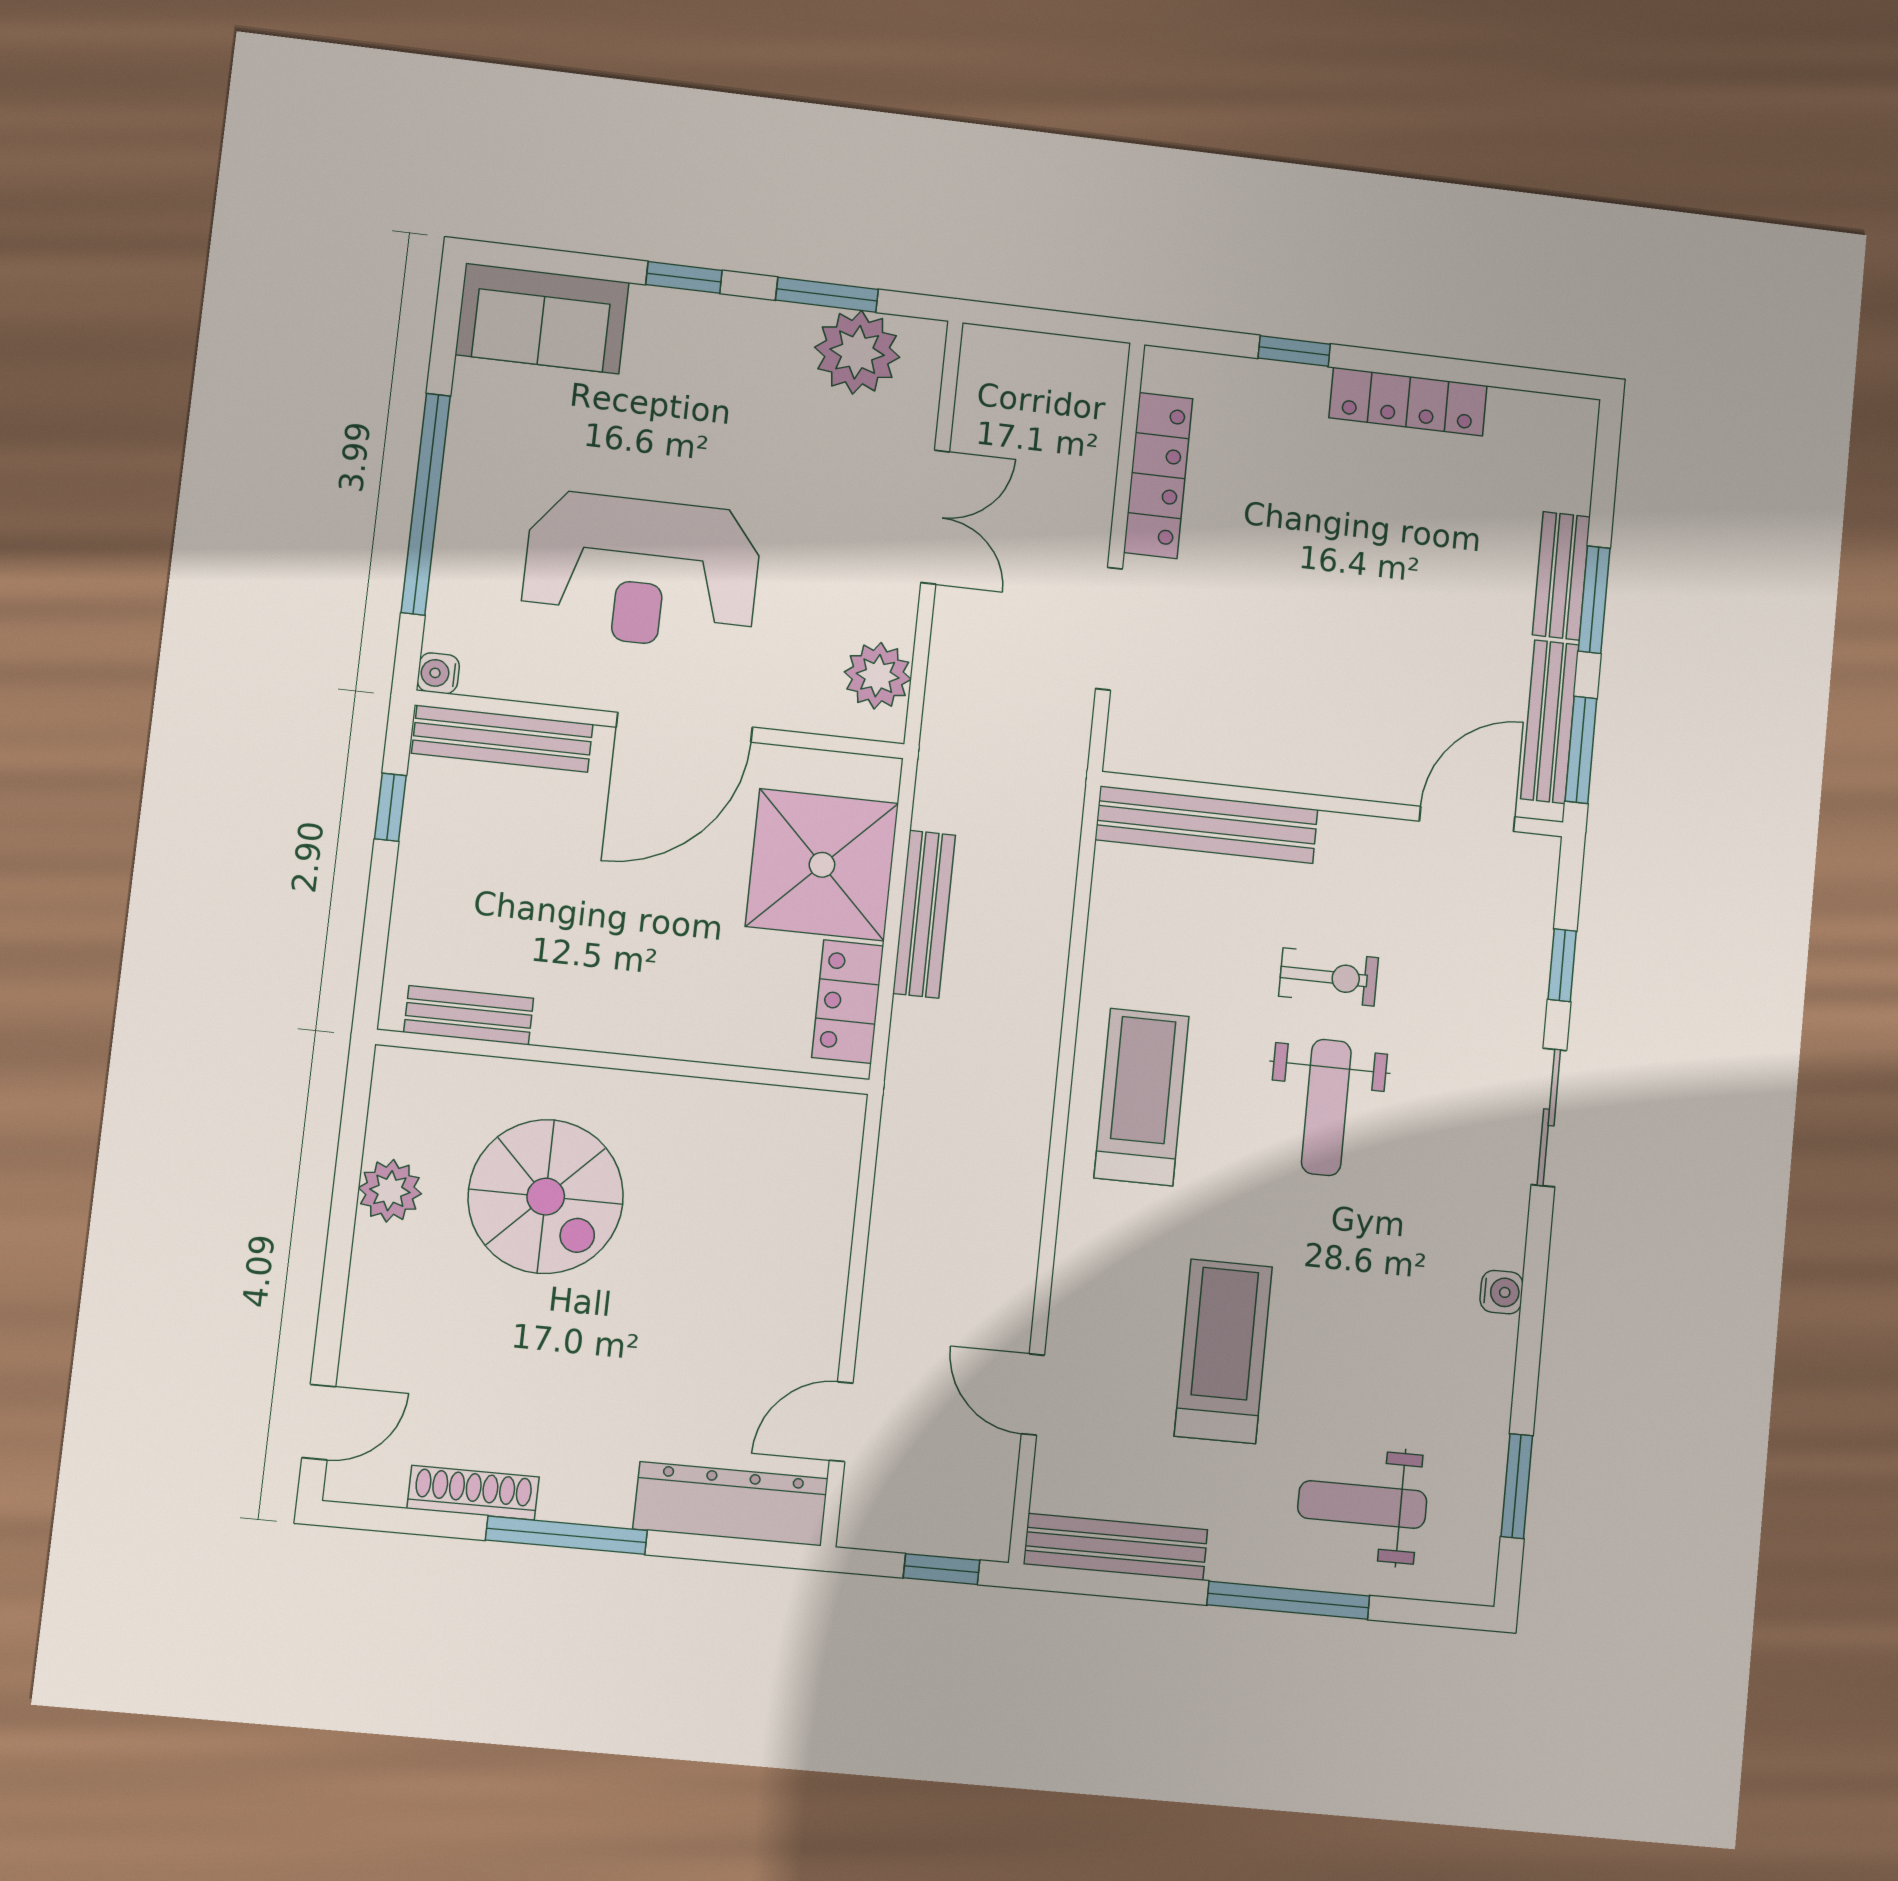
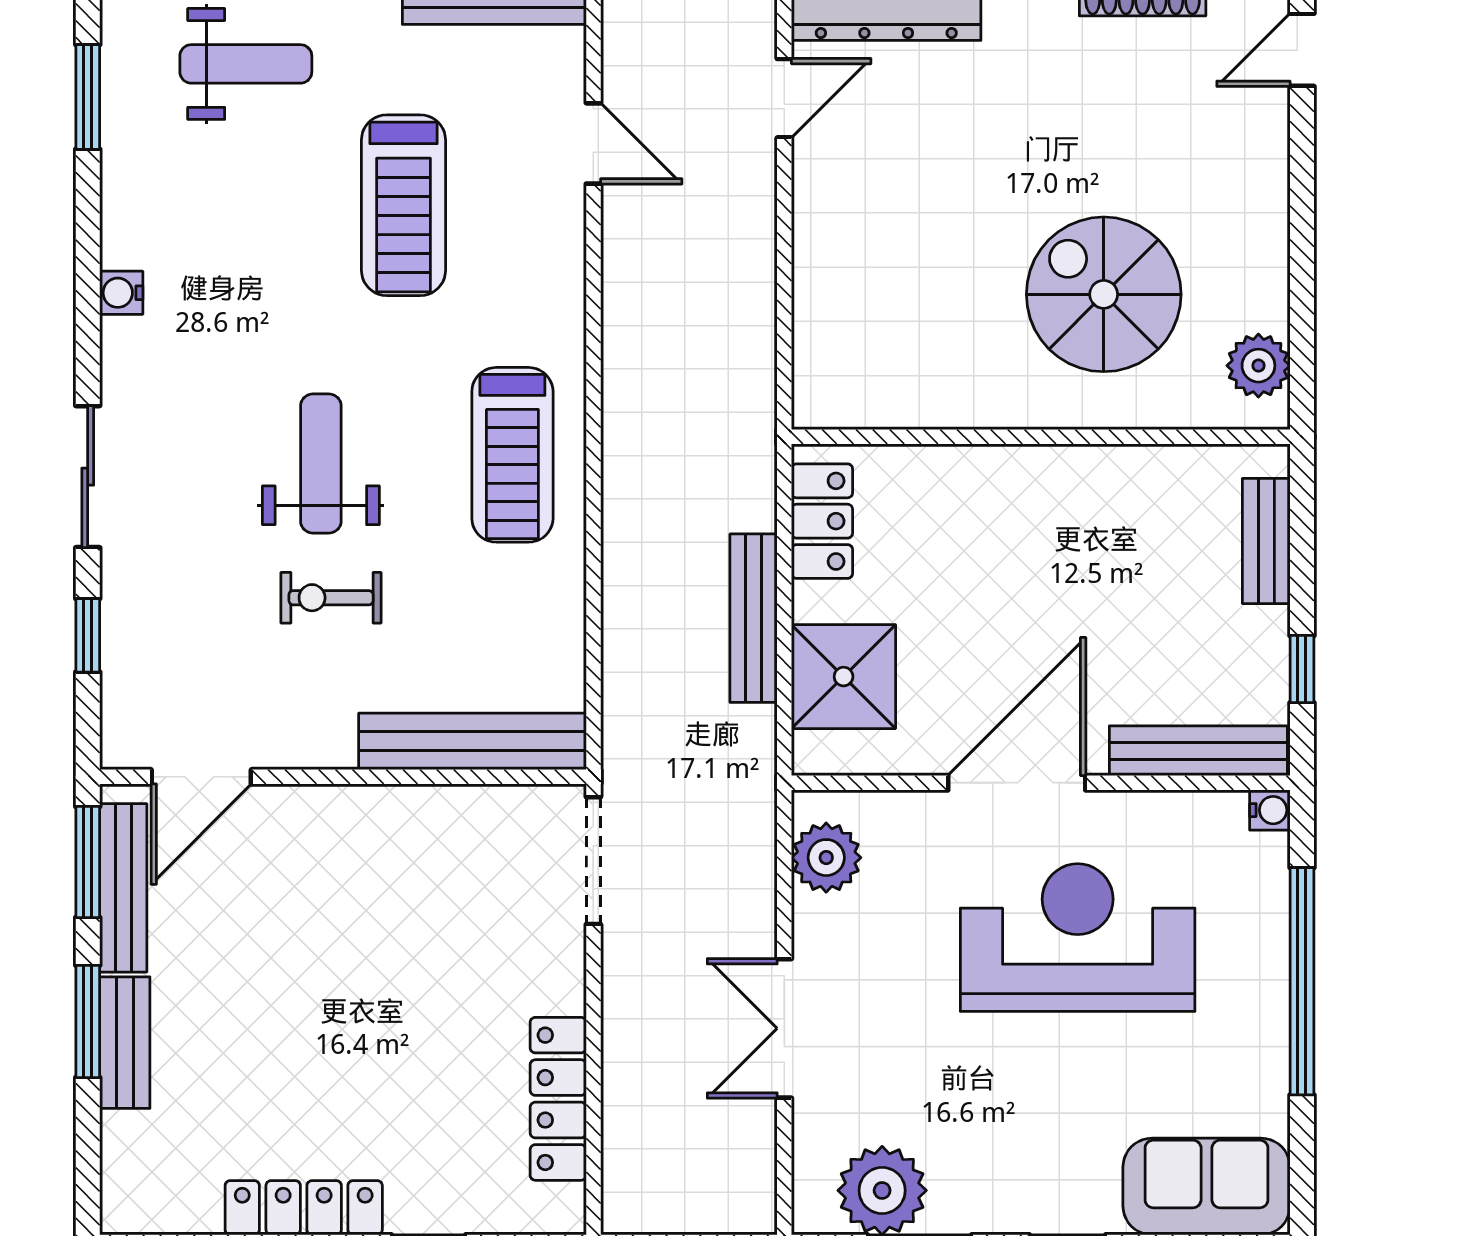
doorway: (1109, 629) -> (593, 861), moved
shower: (822, 865) -> (844, 677), width x0.73, depth x0.73
bench: (469, 1015) -> (1266, 541), moved, turned 90
plant: (390, 1191) -> (1258, 366), moved

